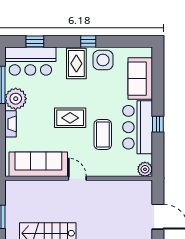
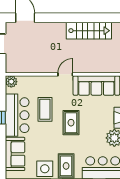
rug: (70, 118) -> (71, 123), turned 90
door: (77, 178) -> (65, 74), swing flipped

